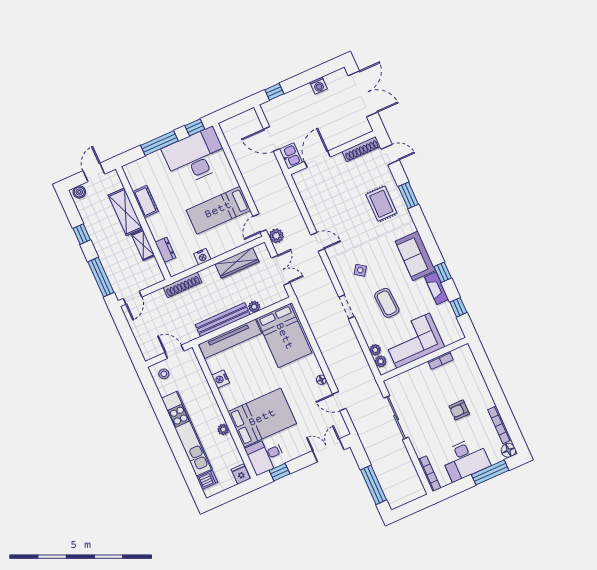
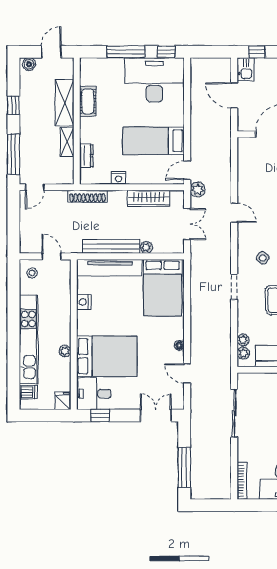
kitchen sink: (291, 156) -> (245, 69), moved

